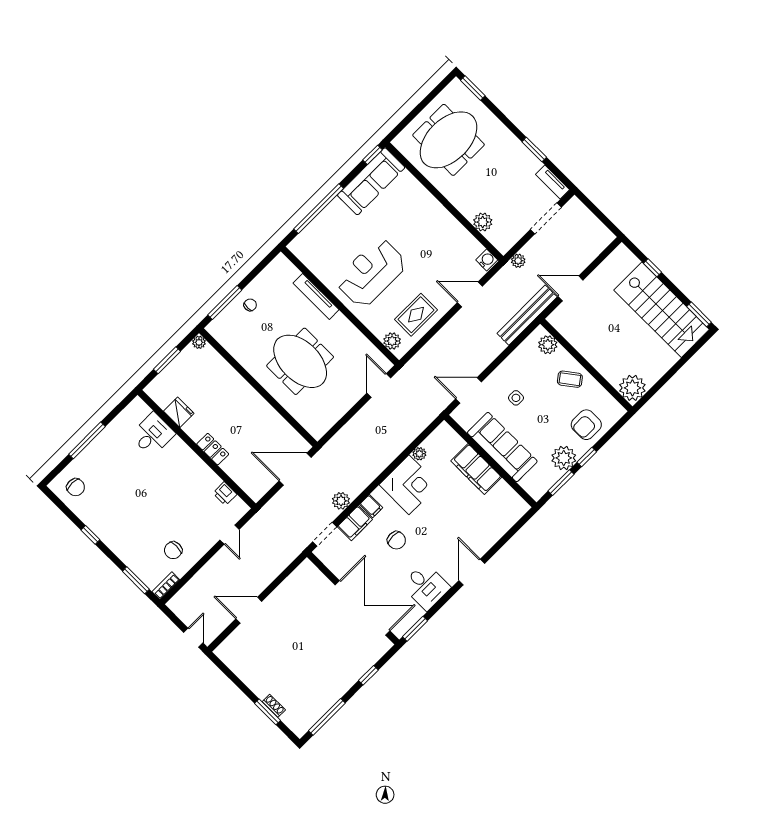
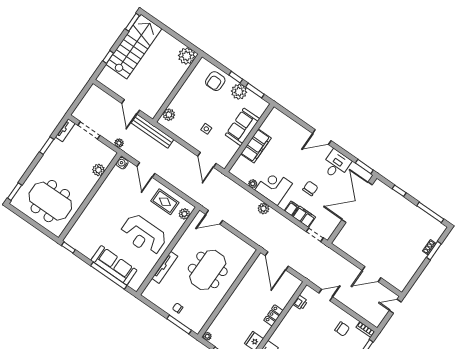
sofa: (371, 181) -> (114, 265), moved
coffee table: (570, 379) -> (188, 97), removed
armchair: (586, 425) -> (215, 81), turned 90
sofa: (502, 447) -> (242, 127), width x0.73
plant: (341, 501) -> (263, 209), moved
door: (249, 610) -> (371, 274), hinge flipped

